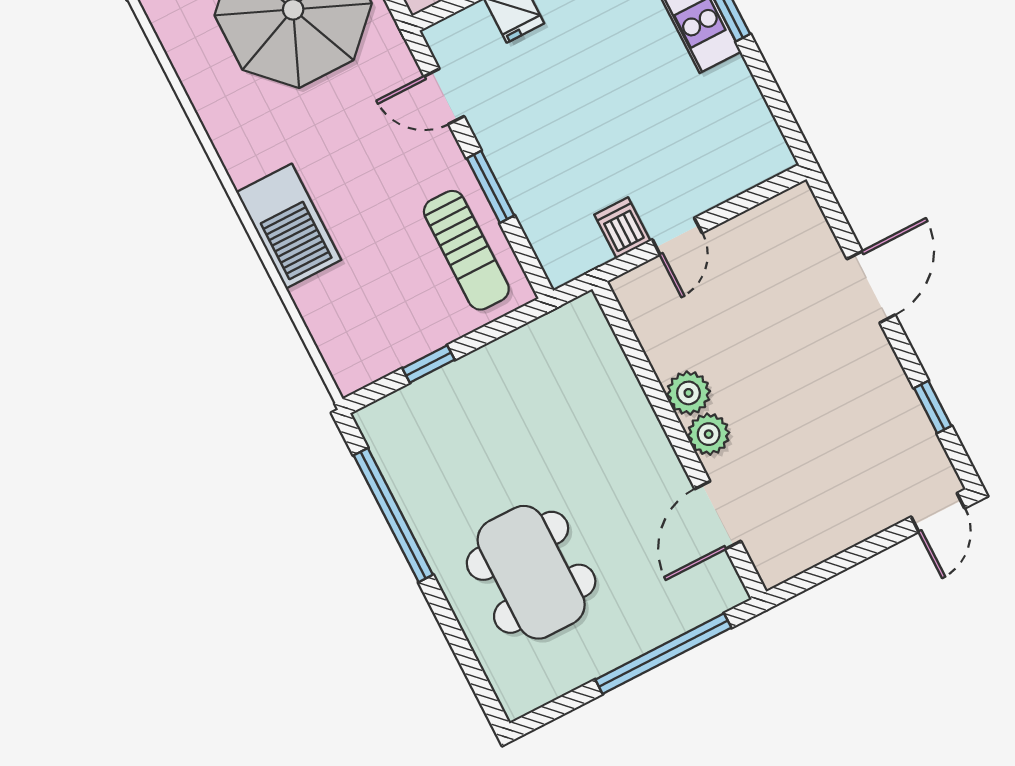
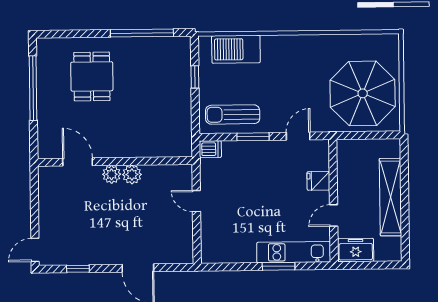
barbecue: (289, 226) -> (236, 49), moved
dishwasher: (622, 228) -> (210, 149), moved
door: (938, 512) -> (35, 250), hinge flipped
dining table: (531, 572) -> (92, 76), width x0.73
window: (663, 654) -> (33, 88), moved

